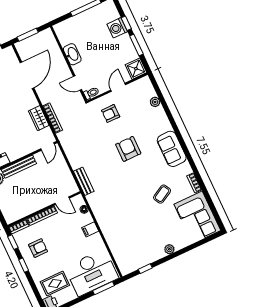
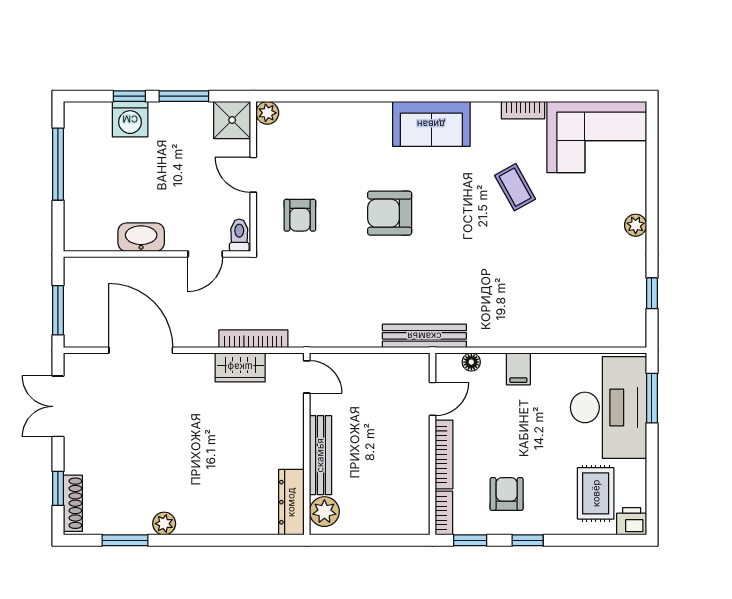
plant: (155, 102) -> (267, 113), moved
bench: (84, 181) -> (424, 336), width x1.36

